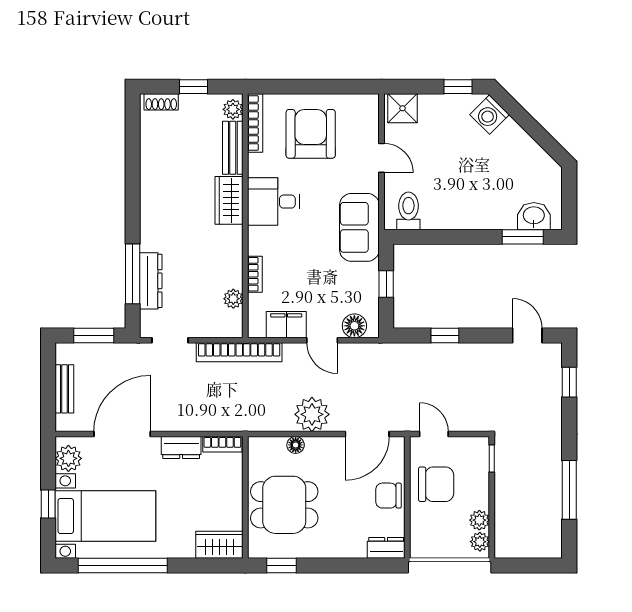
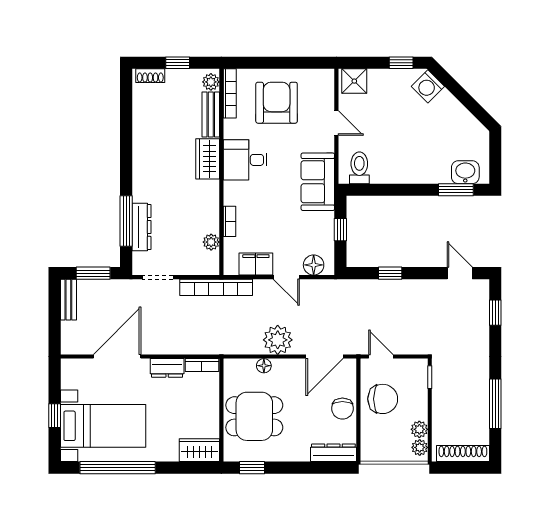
bench: (64, 389) -> (68, 300), moved
plant: (68, 458) -> (72, 377), removed
chair: (389, 496) -> (342, 409), turned -90
dresser: (386, 548) -> (333, 453), width x1.44
shoe rack: (531, 549) -> (463, 454), added

